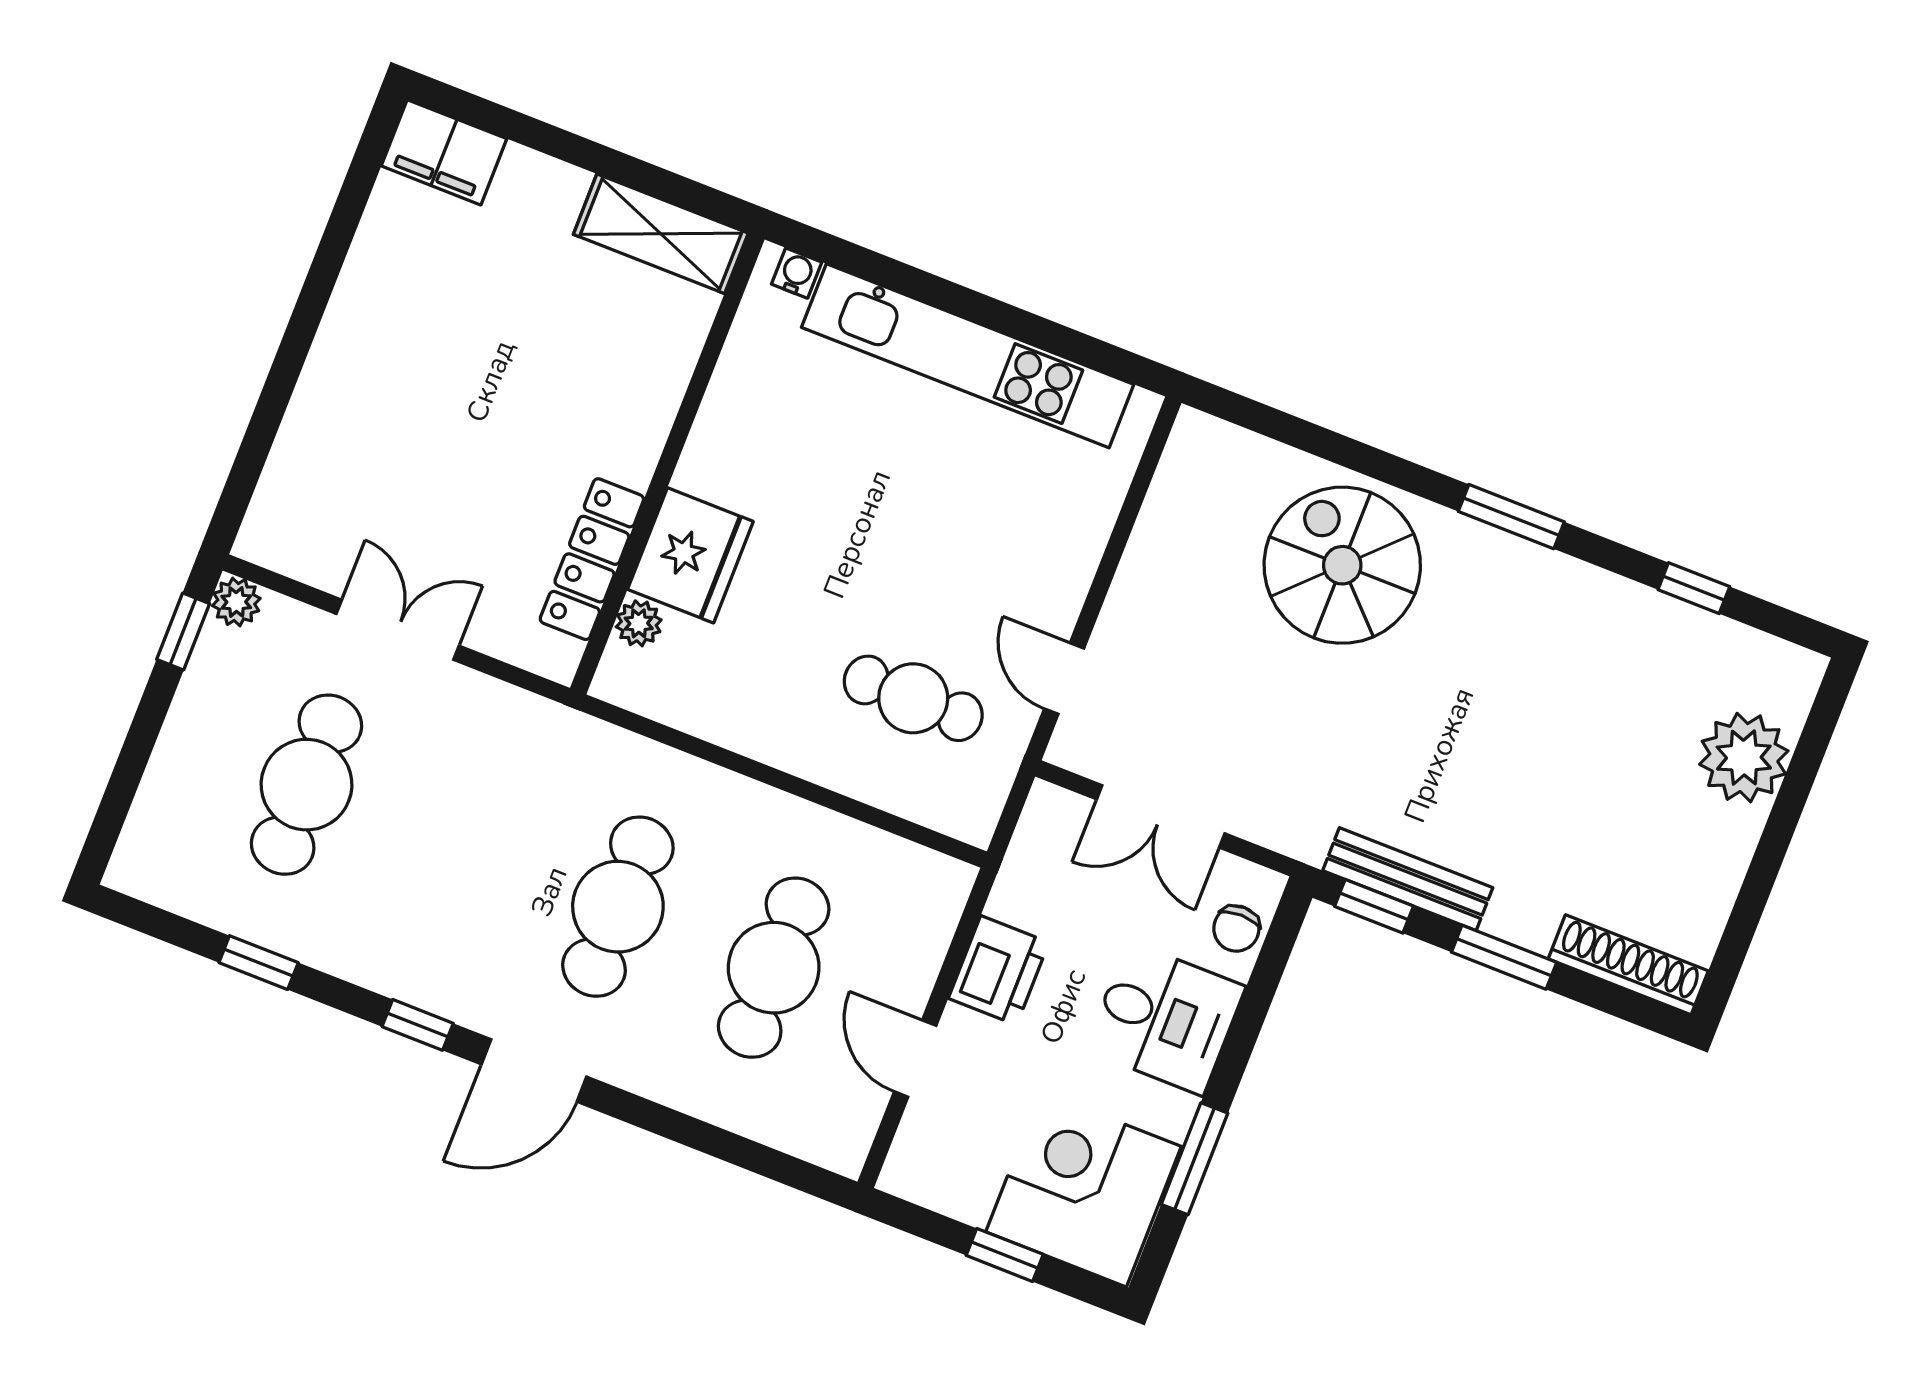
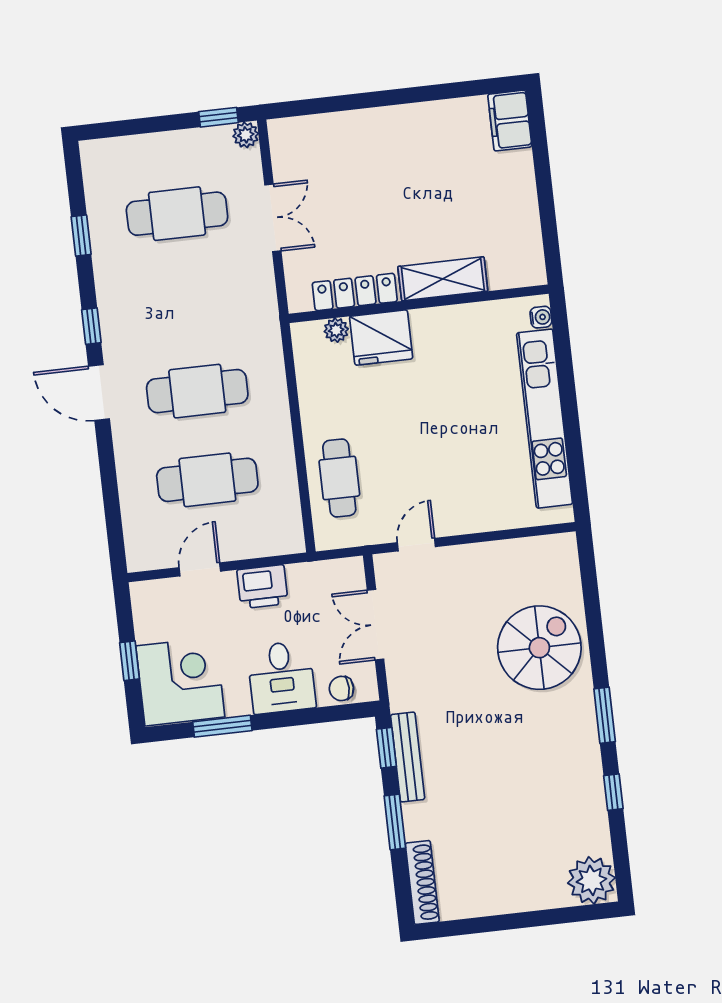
shelving: (661, 234) -> (443, 279), moved, turned 90
window: (1694, 588) -> (613, 792), moved
cafe table: (913, 698) -> (339, 478), moved
plant: (1744, 758) -> (591, 880), moved

